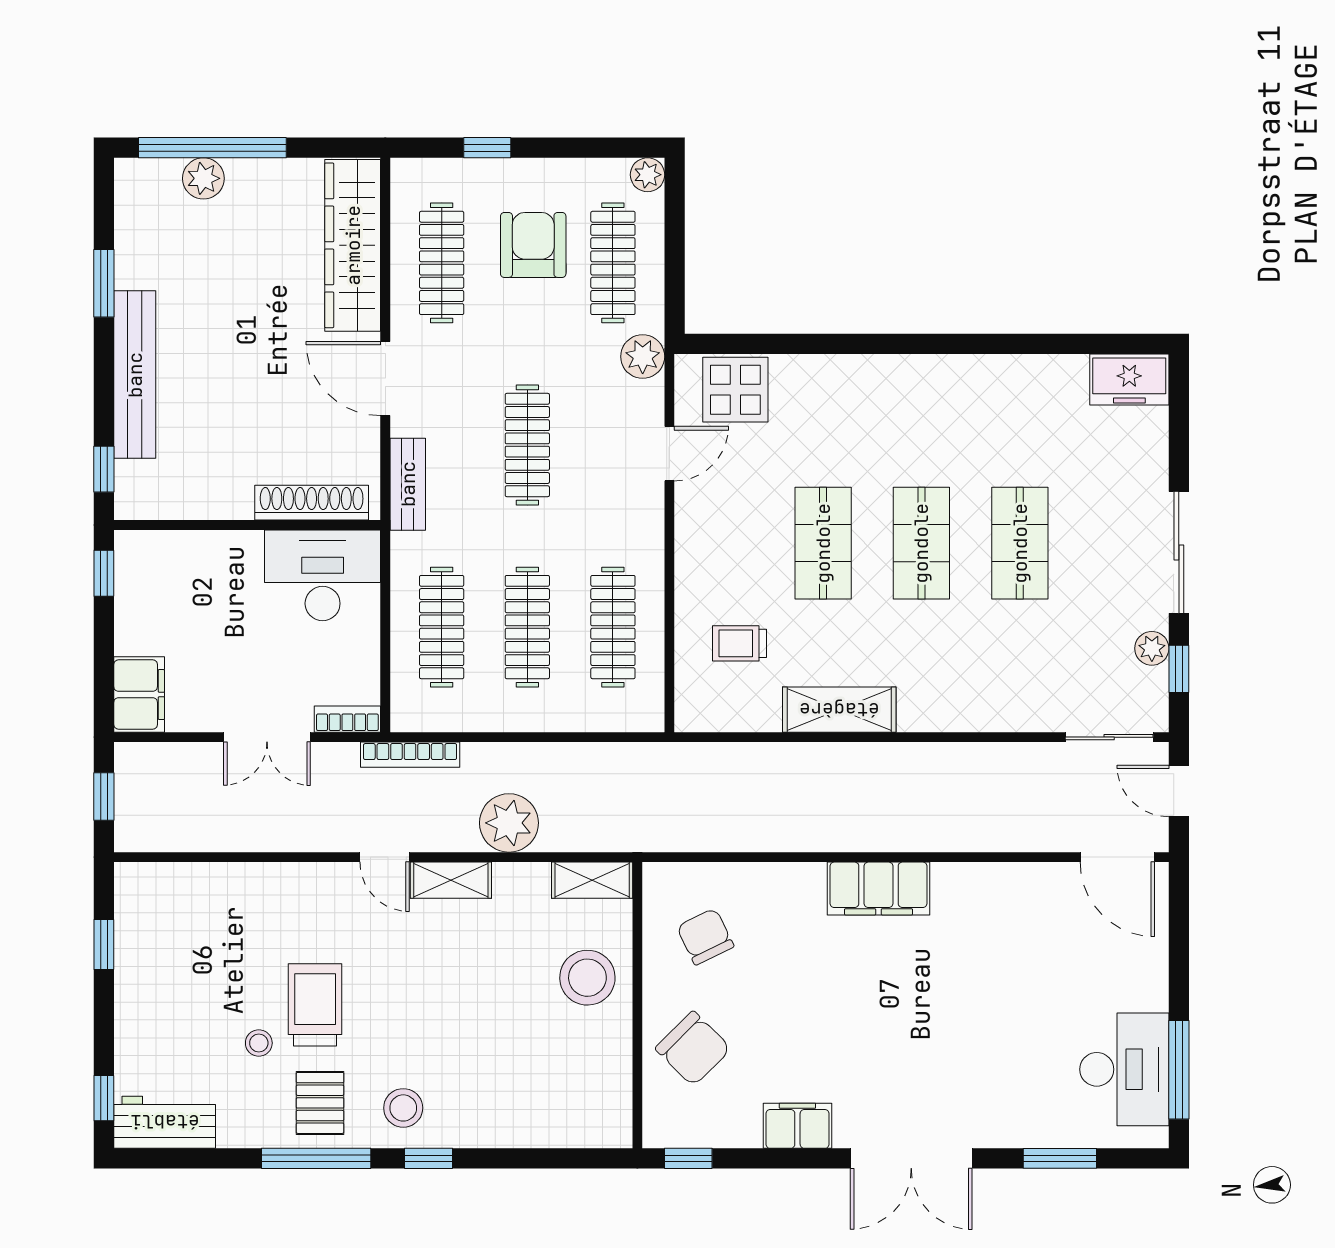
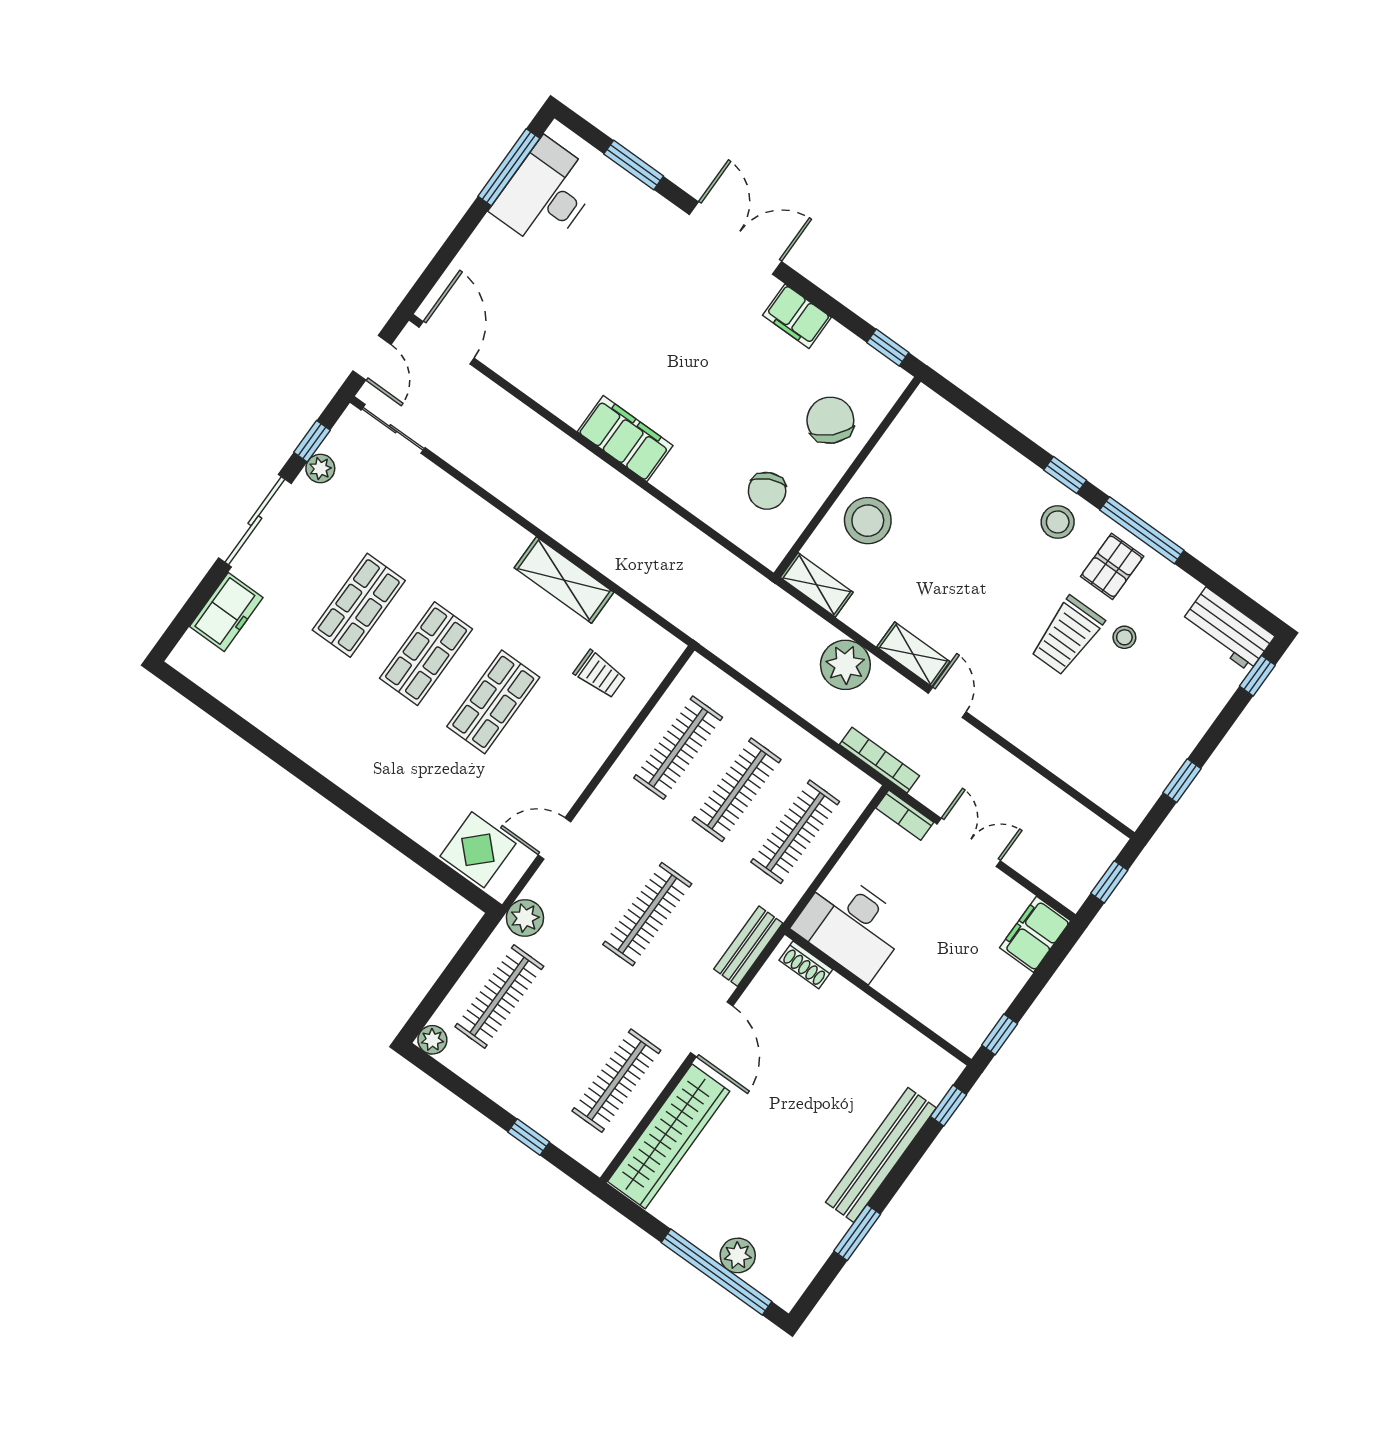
armchair: (533, 245) -> (545, 1048), removed
freezer: (1129, 379) -> (226, 612), moved, turned 90
shoe rack: (312, 503) -> (806, 965), width x0.51, depth x0.81

